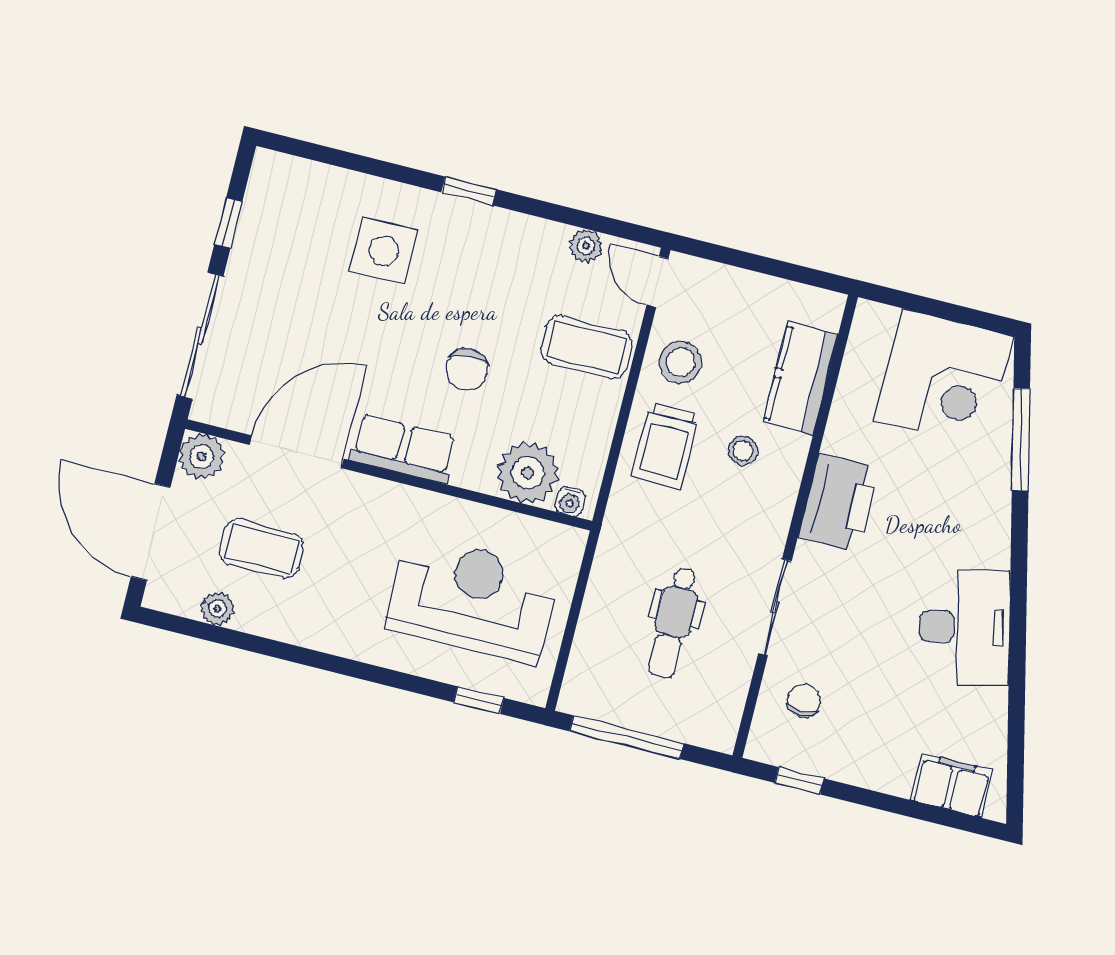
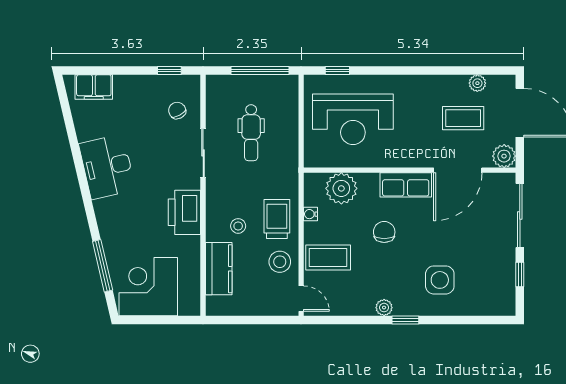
plant: (586, 246) -> (384, 308), moved
water cooler: (570, 501) -> (310, 214), moved, turned -90
dental chair: (673, 623) -> (251, 133), turned 180
chair: (804, 700) -> (177, 111), turned 152

